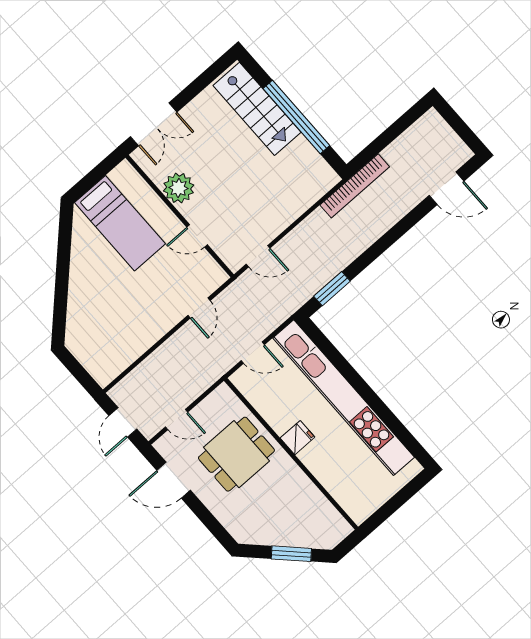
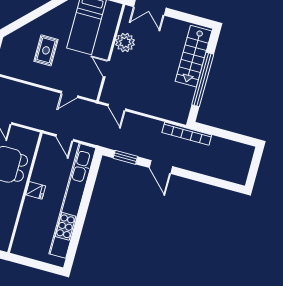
door: (446, 188) -> (161, 167), moved
rug: (120, 300) -> (46, 50), added

